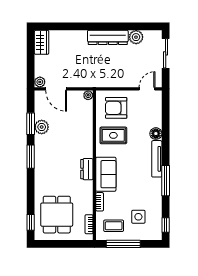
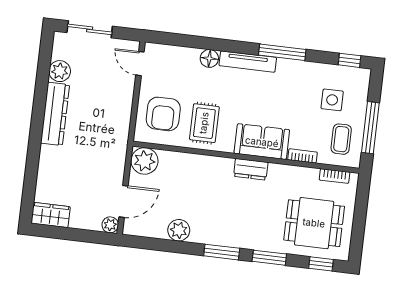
plant: (88, 95) -> (145, 161), width x1.87, depth x1.87
window: (31, 124) -> (269, 258), moved

